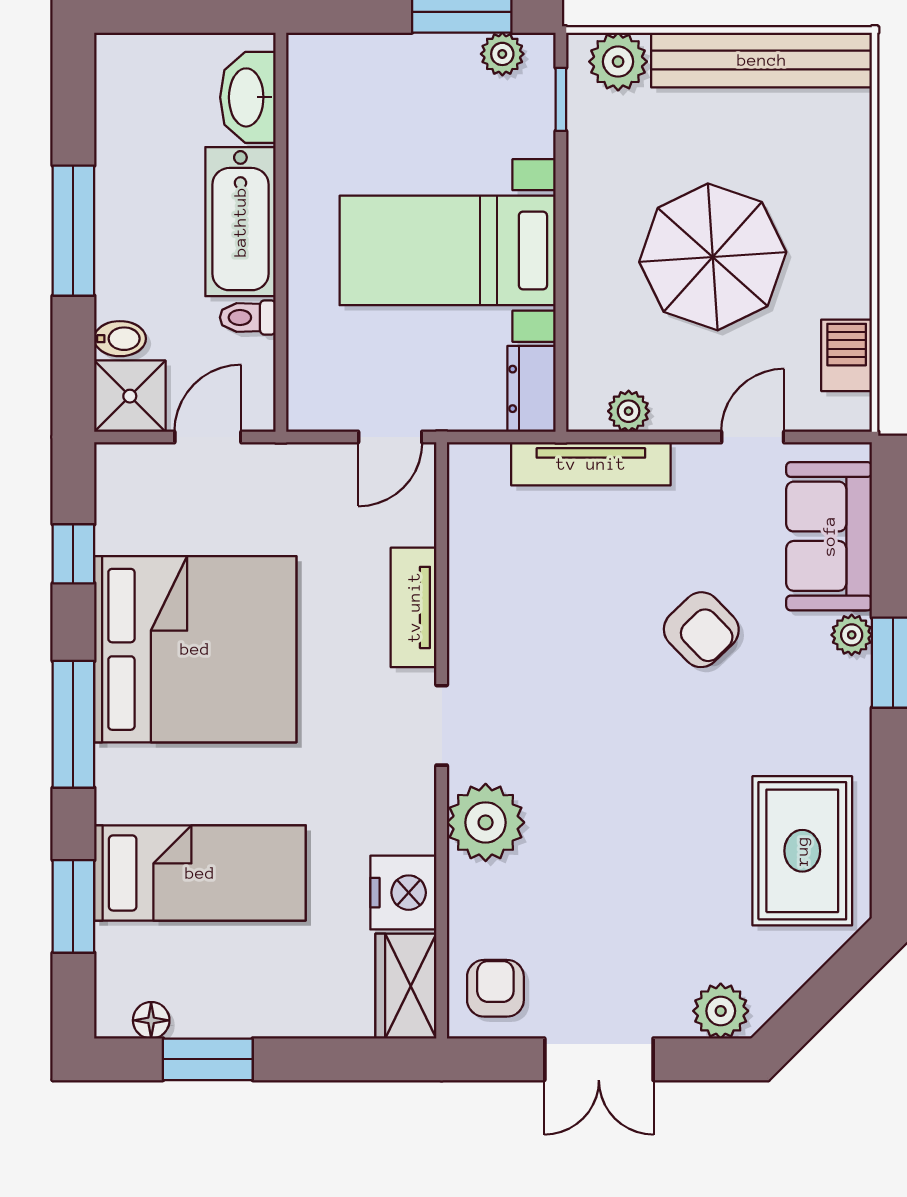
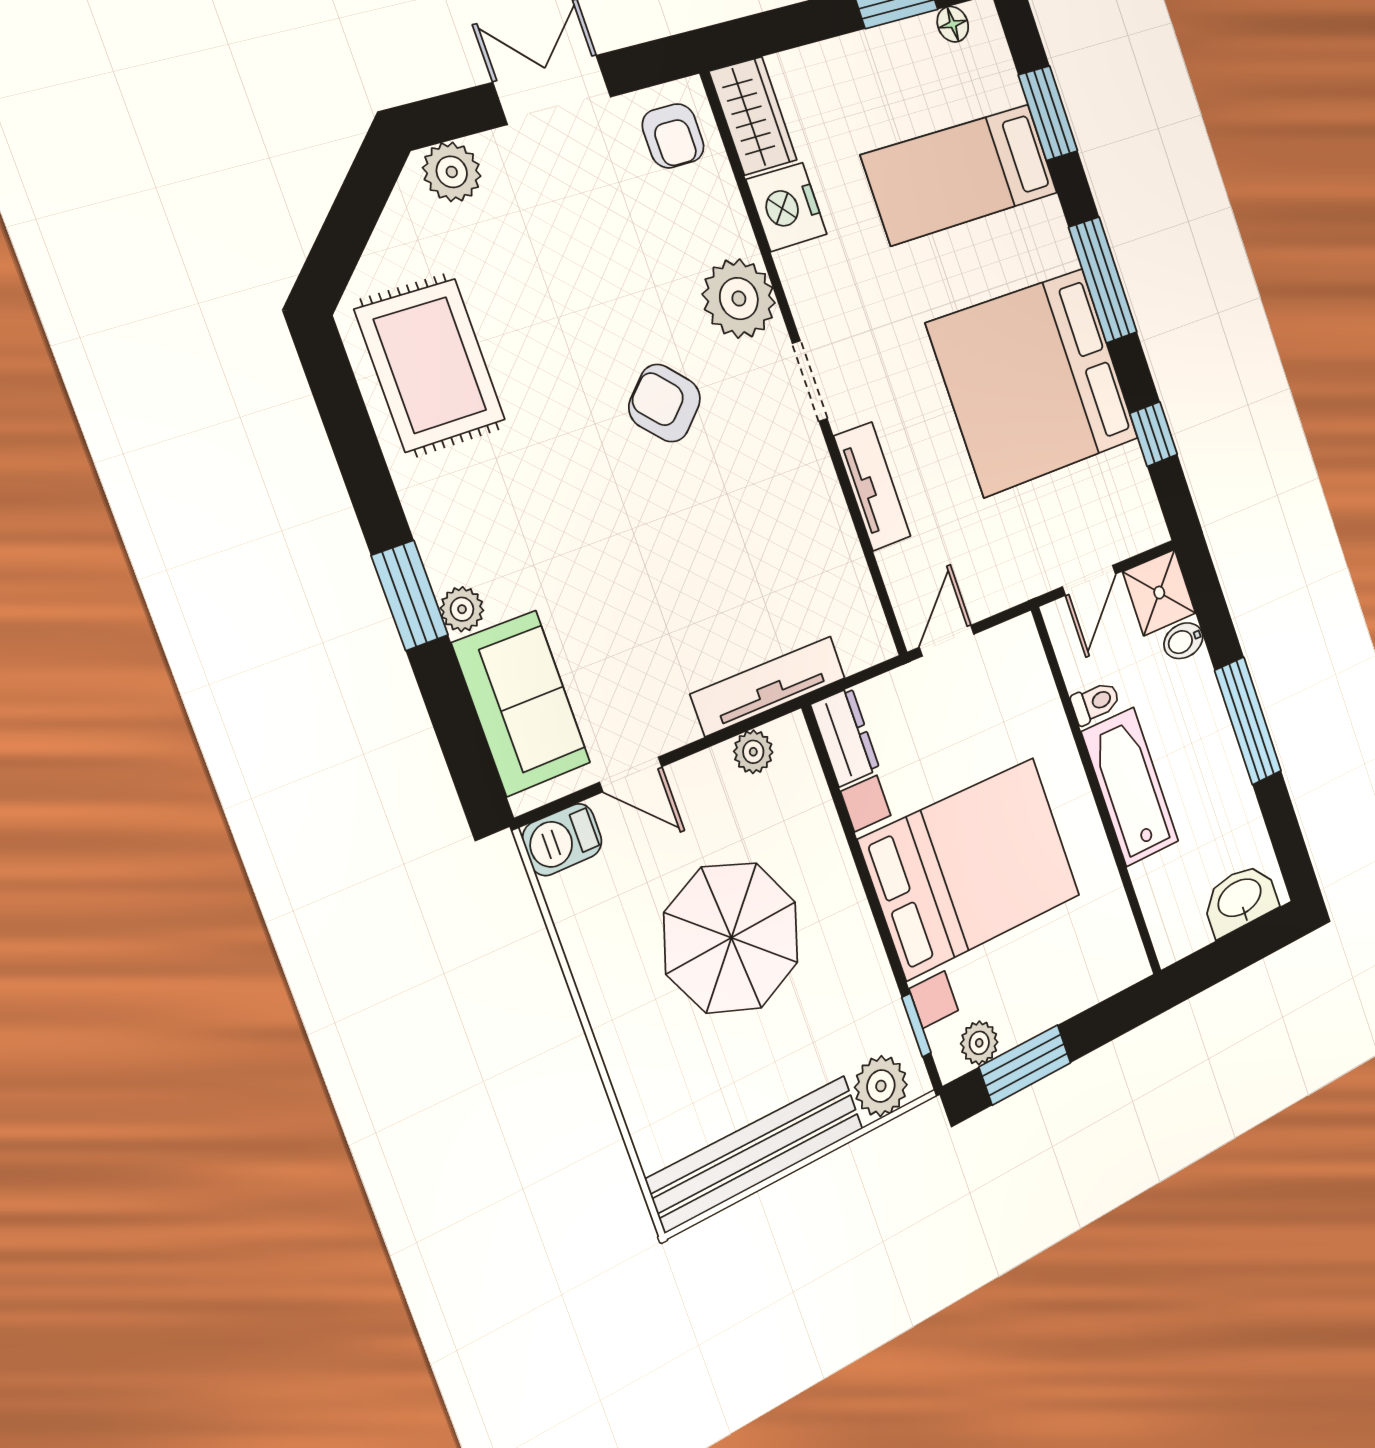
washbasin: (248, 97) -> (1240, 899), moved, turned -90
bed with nightstands: (448, 250) -> (971, 868), width x1.36
barbecue: (847, 355) -> (562, 840), moved, turned 90
door: (753, 437) -> (631, 774), hinge flipped
armchair: (701, 630) -> (665, 403), moved

